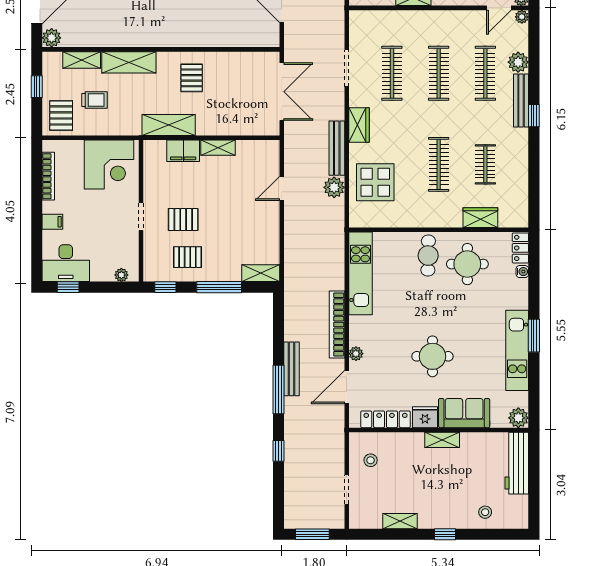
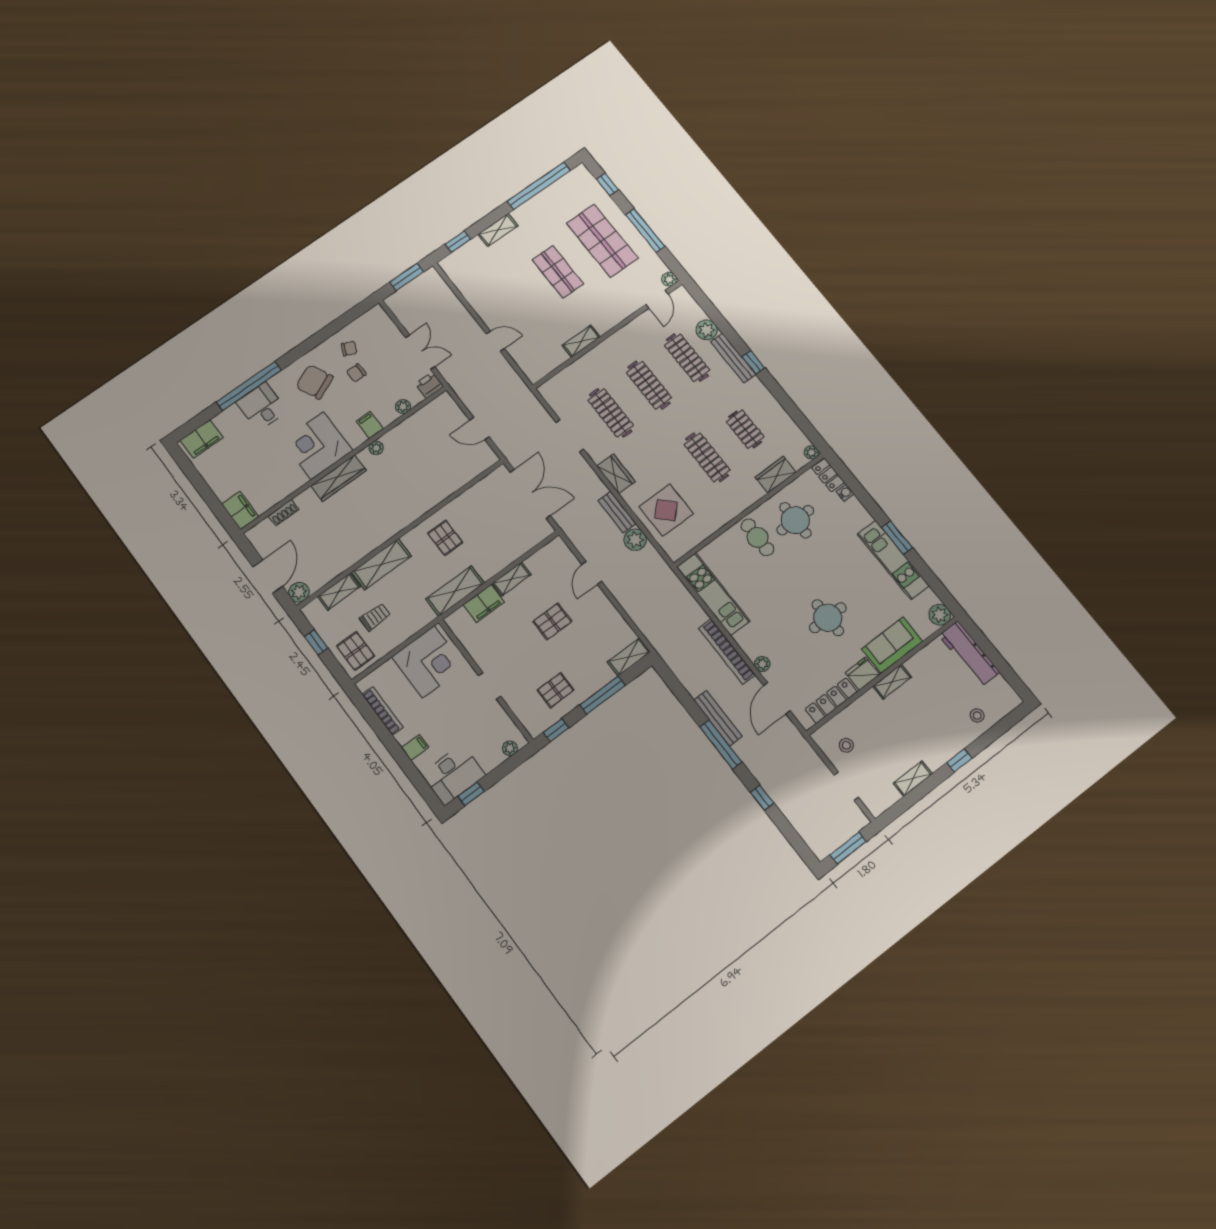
plant: (522, 17) -> (811, 452), moved
bench: (337, 148) -> (617, 512), width x0.73
pallet: (183, 220) -> (552, 621), moved

